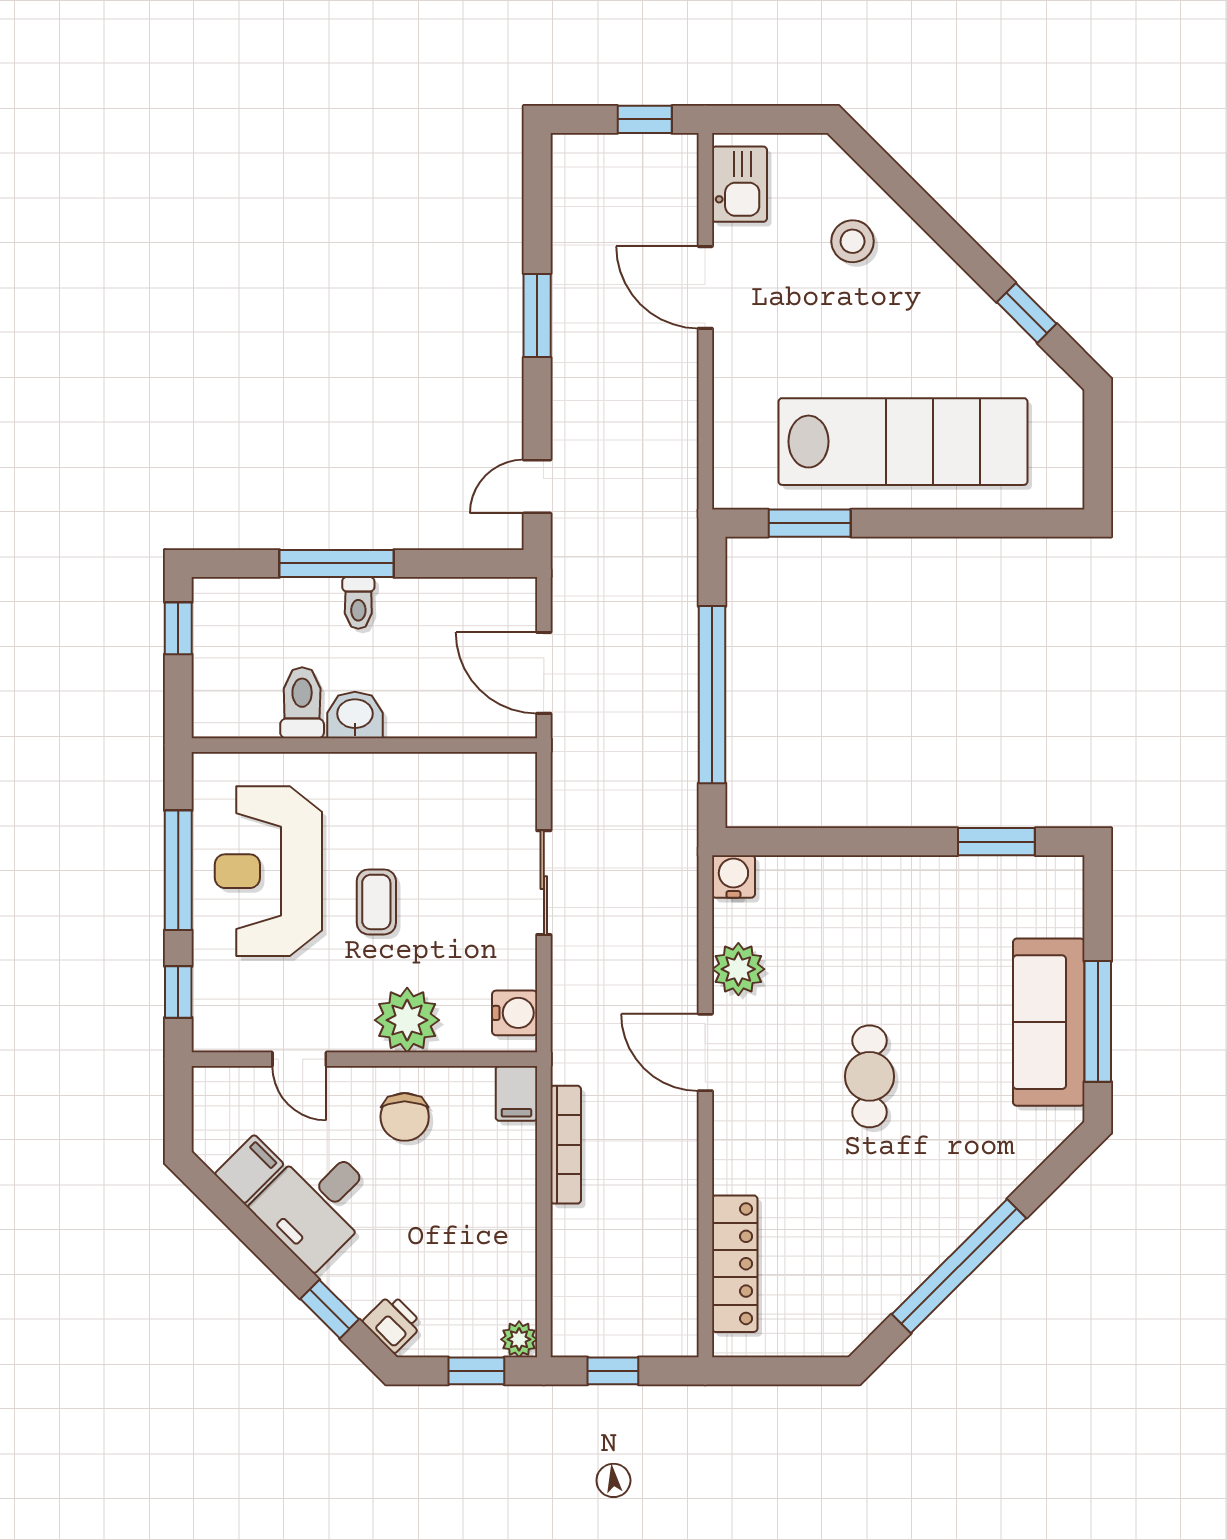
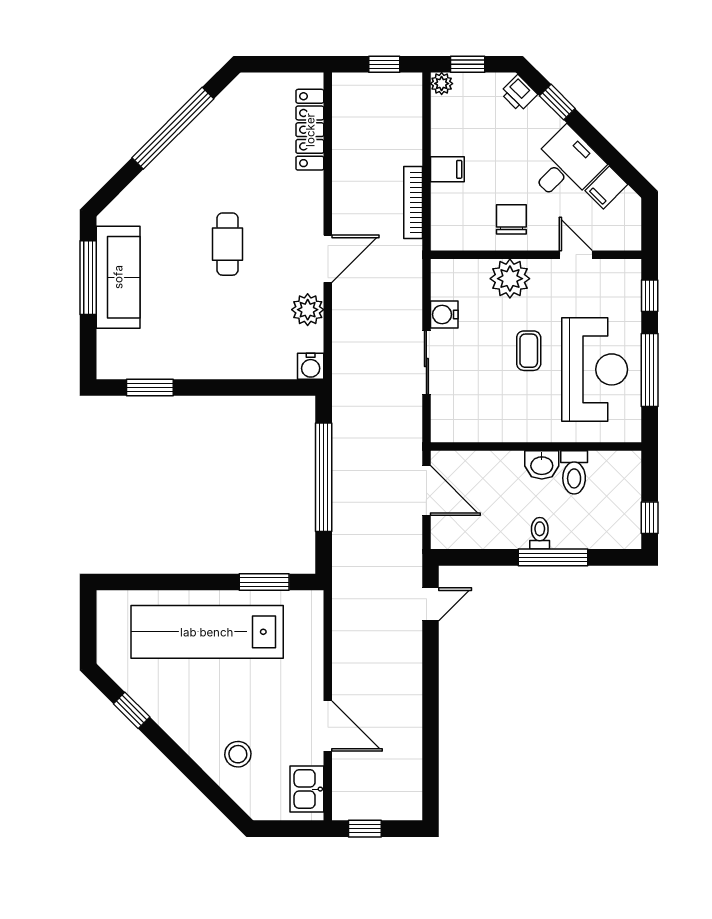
window: (537, 316) -> (431, 709), removed
water cooler: (515, 1013) -> (444, 314), moved
door: (705, 1052) -> (328, 259), hinge flipped
filing cabinet: (516, 1093) -> (447, 169), moved, turned 90

